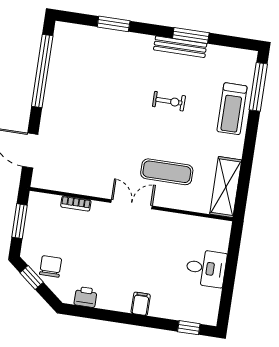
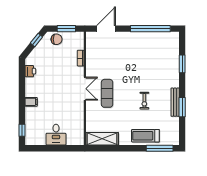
exercise mat: (167, 172) -> (107, 93), moved
chair: (51, 266) -> (57, 39), moved

